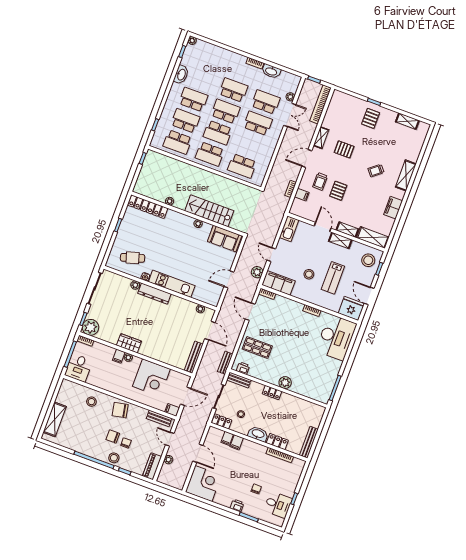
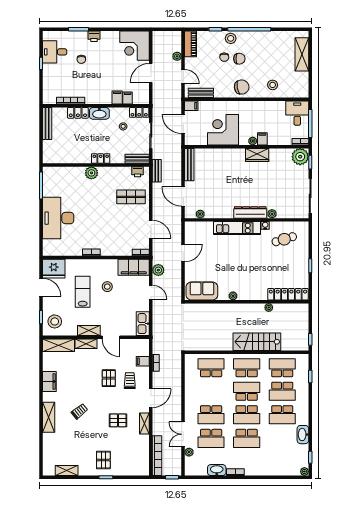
stairs: (209, 211) -> (257, 342), moved, turned 180
desk: (336, 337) -> (58, 218), moved
door: (186, 396) -> (183, 124), hinge flipped
door: (198, 453) -> (151, 73), hinge flipped

